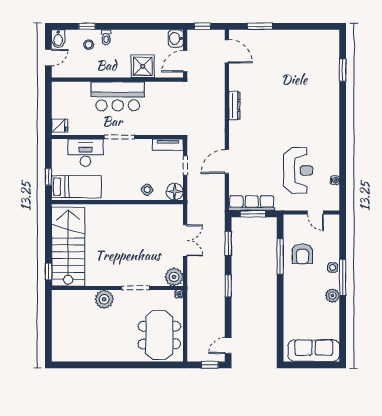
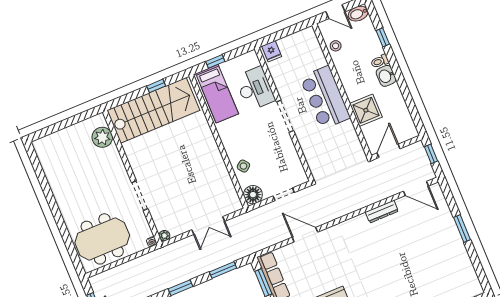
window: (260, 26) -> (462, 229), moved
washbasin: (176, 38) -> (386, 76), moved, turned -90
stool: (89, 45) -> (336, 46), moved
door: (227, 51) -> (416, 189), hinge flipped
door: (185, 61) -> (389, 151), hinge flipped
dresser: (234, 106) -> (382, 212), moved
tv unit: (168, 145) -> (297, 168), removed
window: (48, 271) -> (156, 86), moved
plant: (174, 277) -> (164, 236), width x0.53, depth x0.53
plant: (104, 299) -> (102, 137), moved

